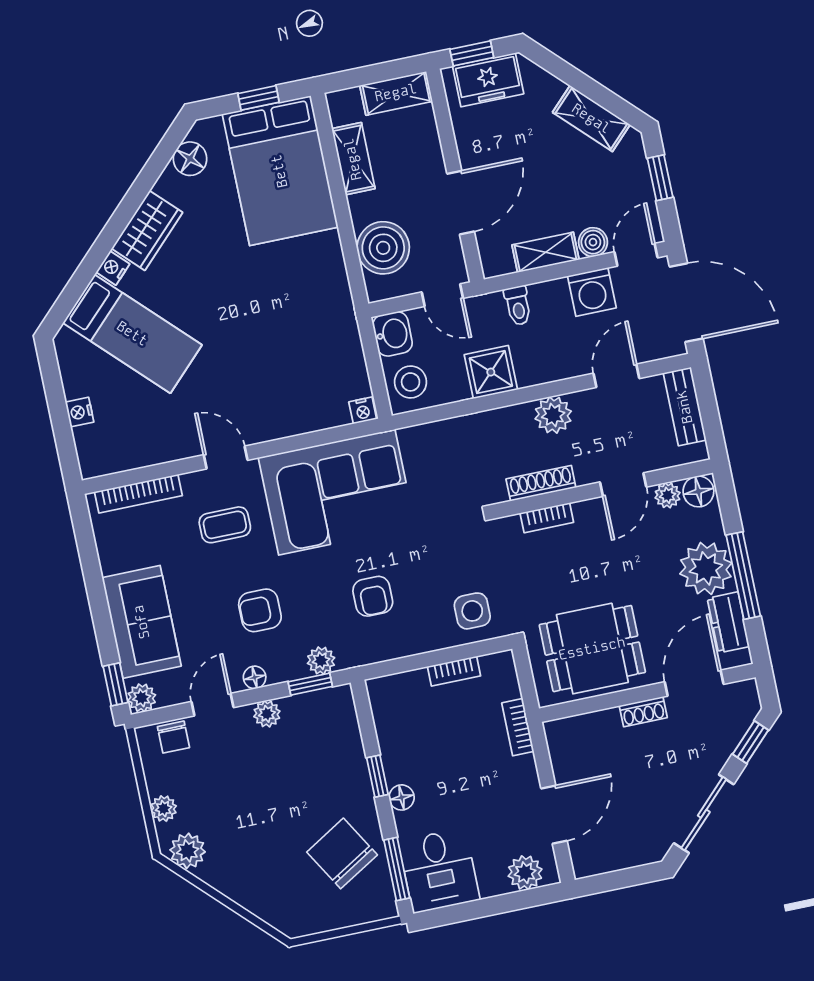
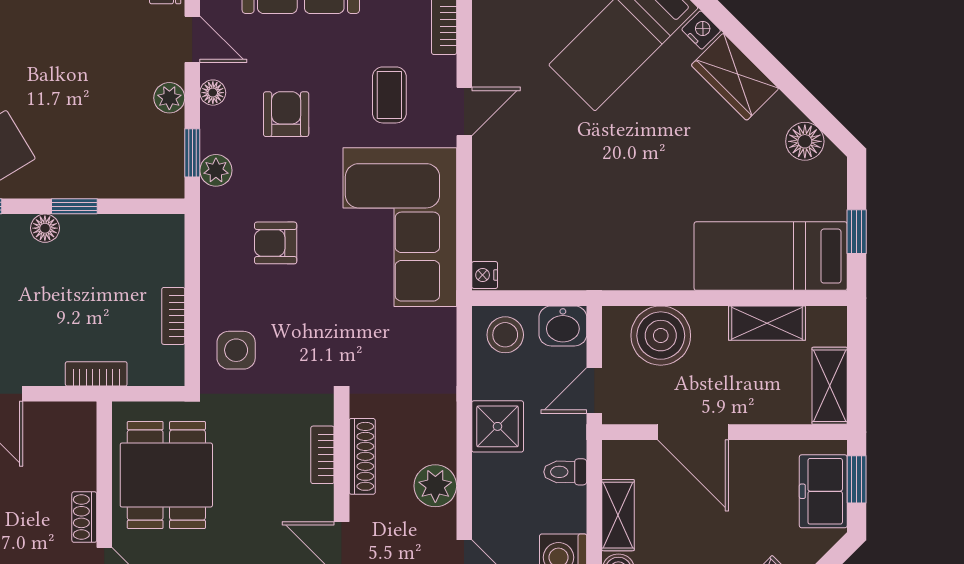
bed: (280, 171) -> (771, 256), width x0.67

